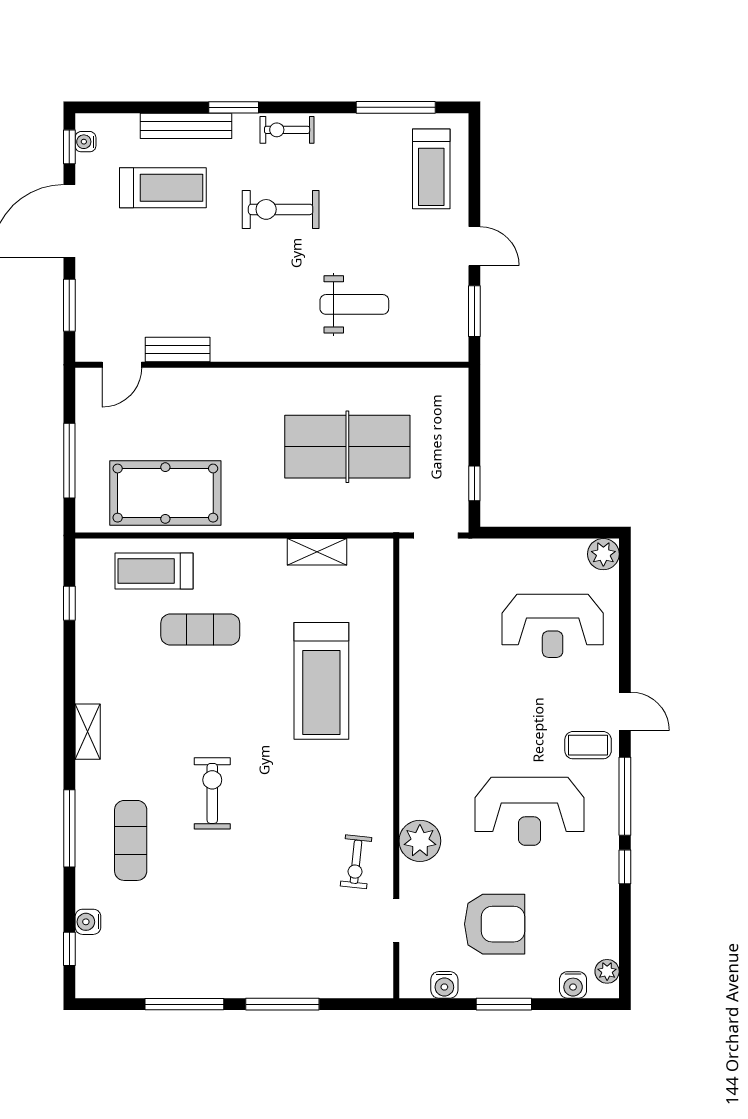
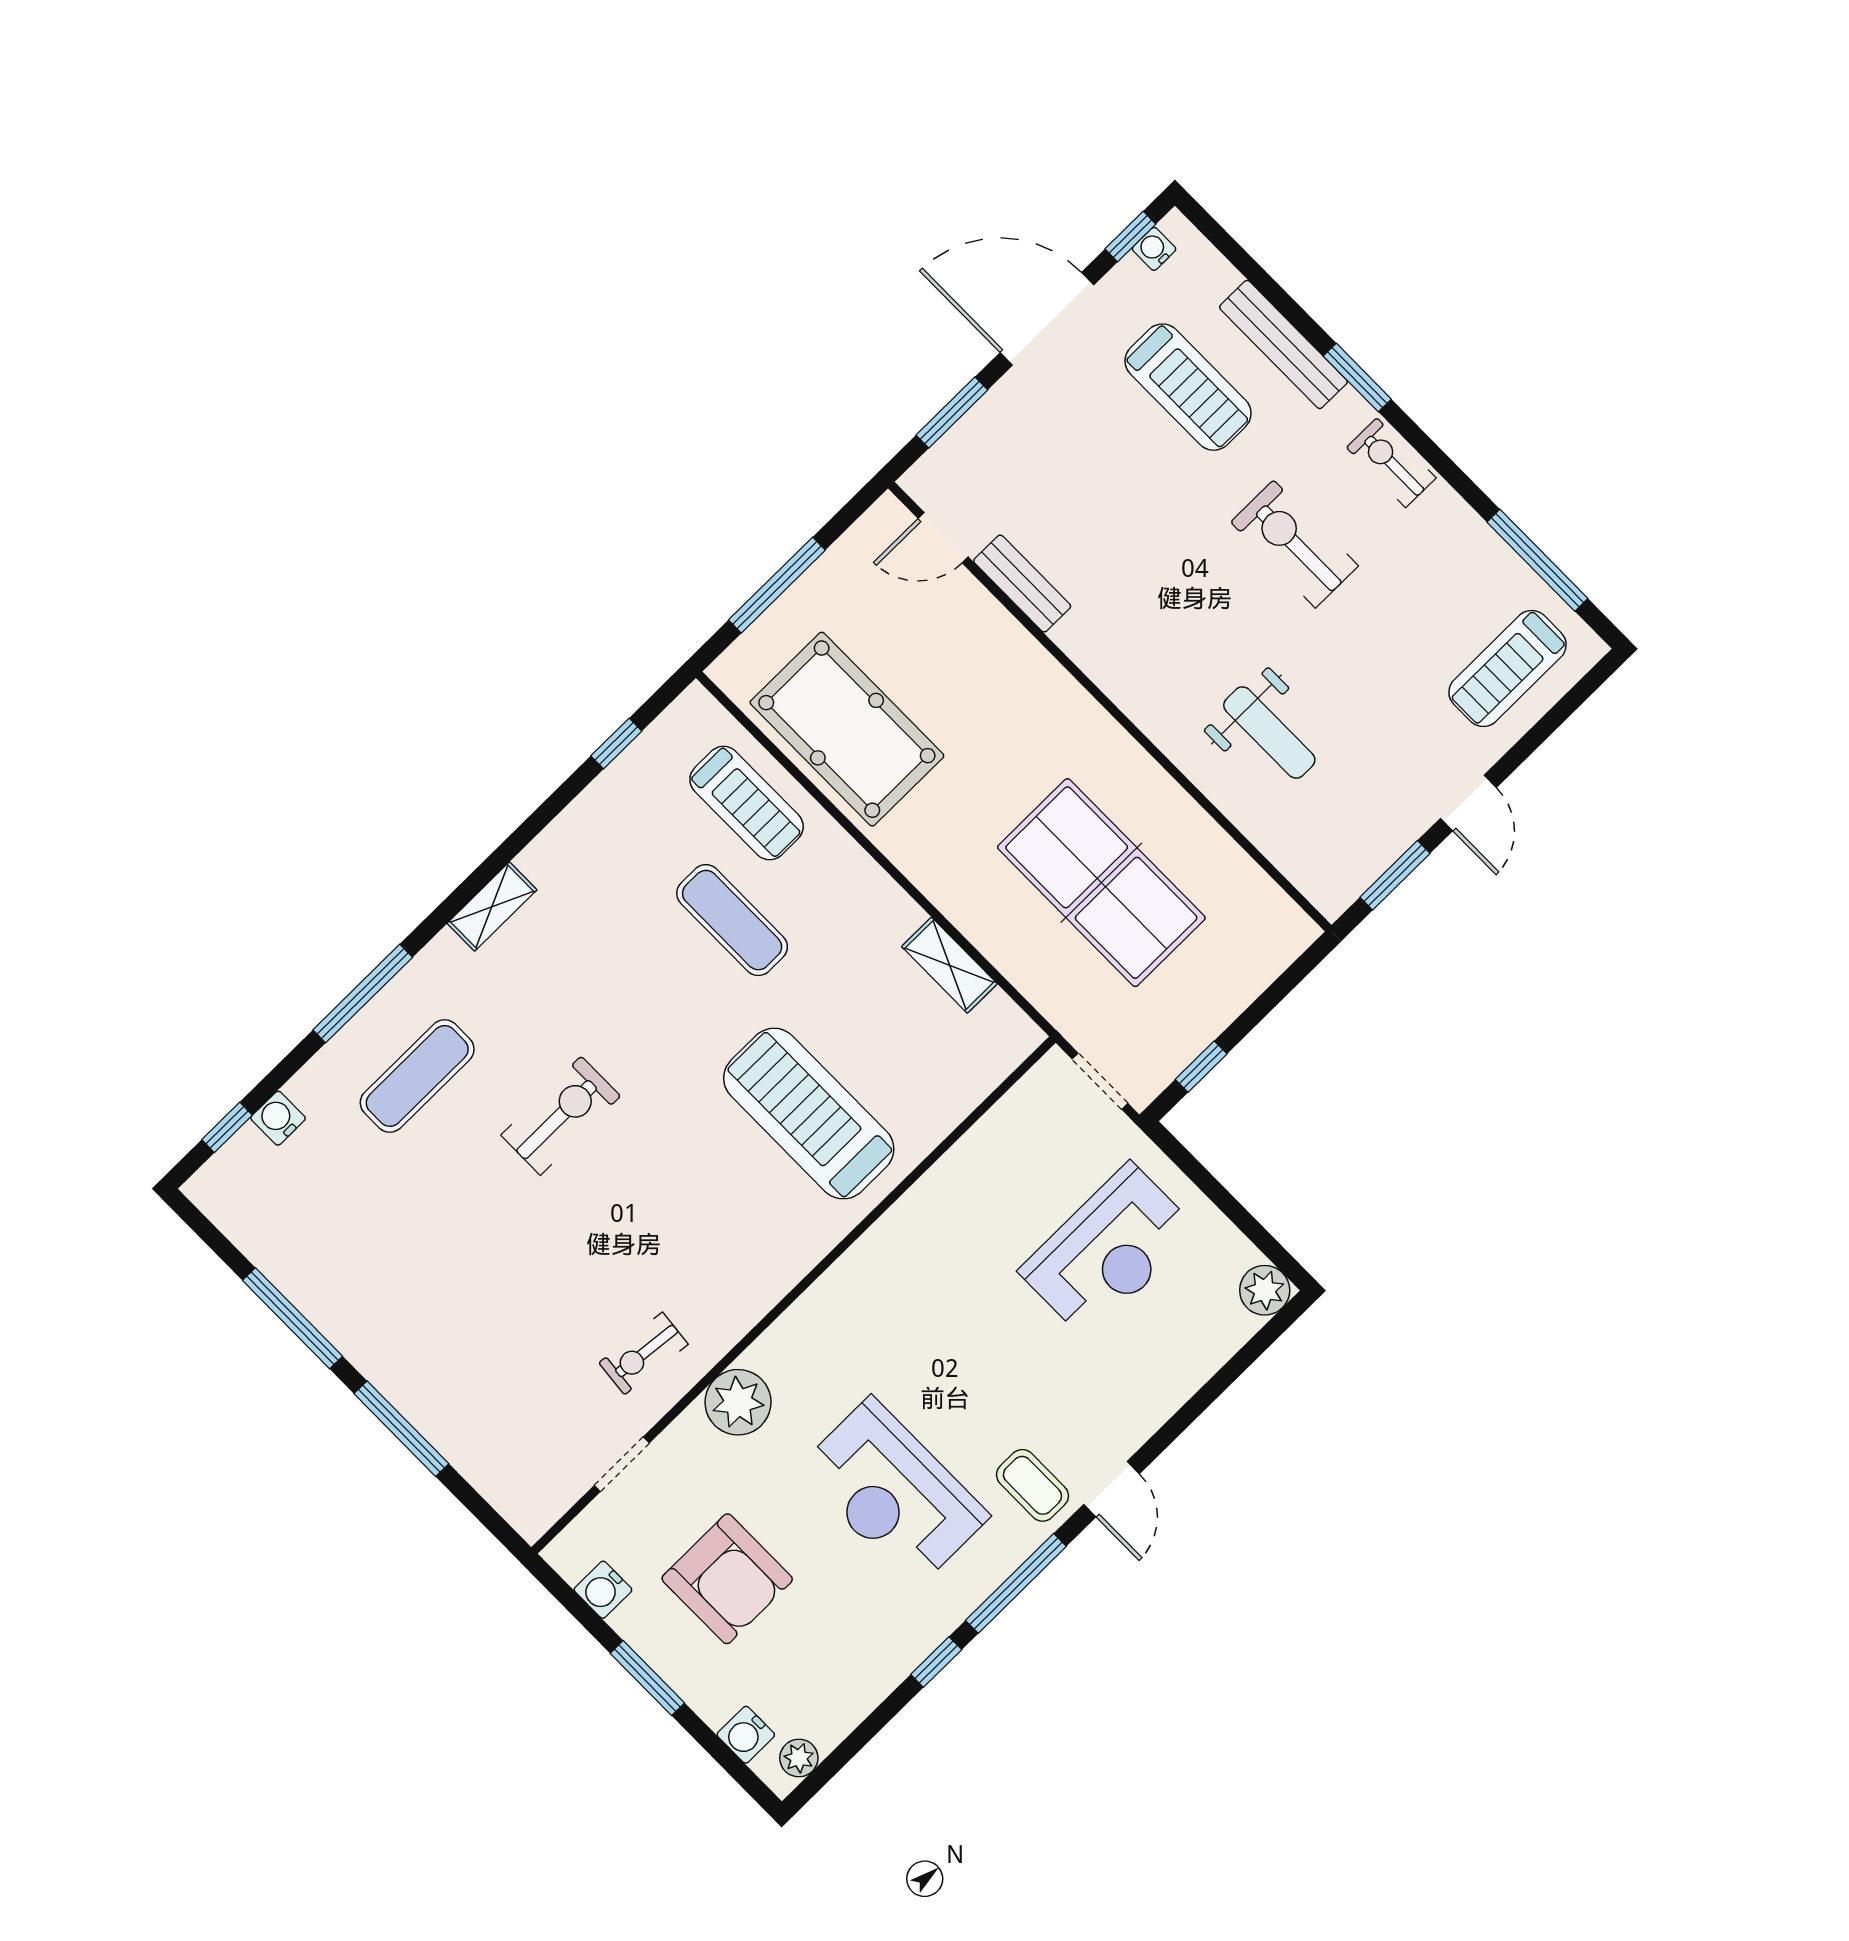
treadmill: (154, 571) -> (747, 803), turned 180
reception desk: (553, 626) -> (1108, 1251), moved, turned -90
treadmill: (321, 681) -> (809, 1114), turned 90

